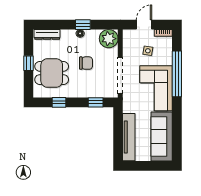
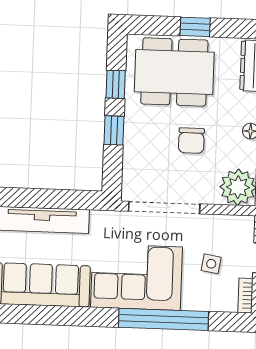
dining table: (52, 73) -> (174, 72), width x1.37
window: (96, 102) -> (114, 130), moved

